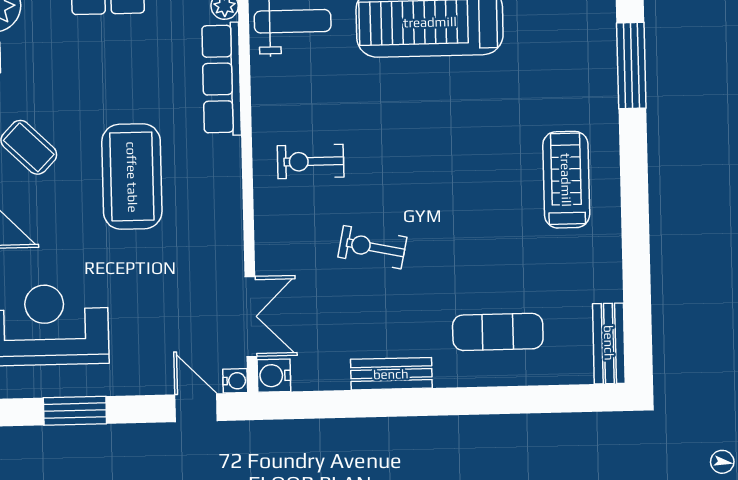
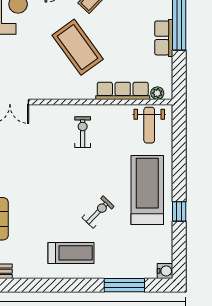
coffee table: (132, 177) -> (78, 47), turned 54
exercise bike: (372, 247) -> (98, 212), moved, turned 32

